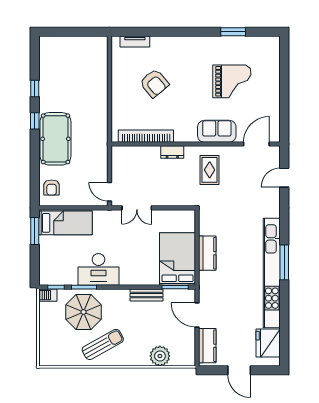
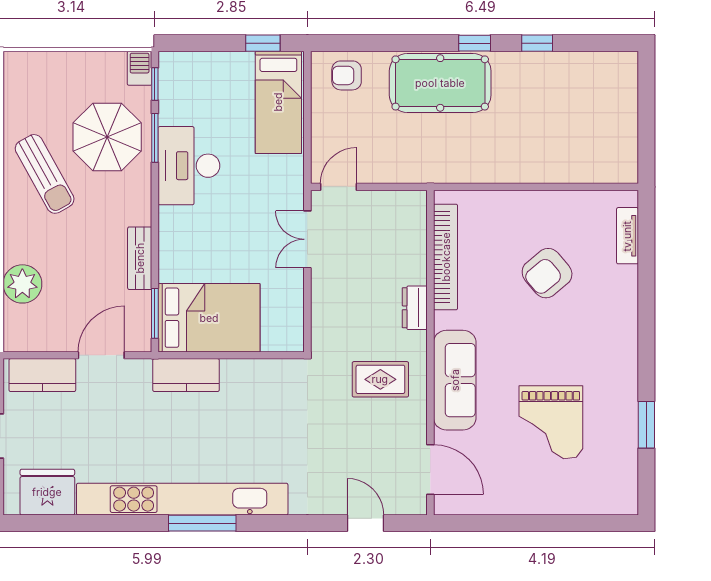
sofa: (217, 131) -> (455, 380), width x1.36
window: (35, 231) -> (263, 43), width x0.67
kitchen counter: (207, 253) -> (186, 375), moved

